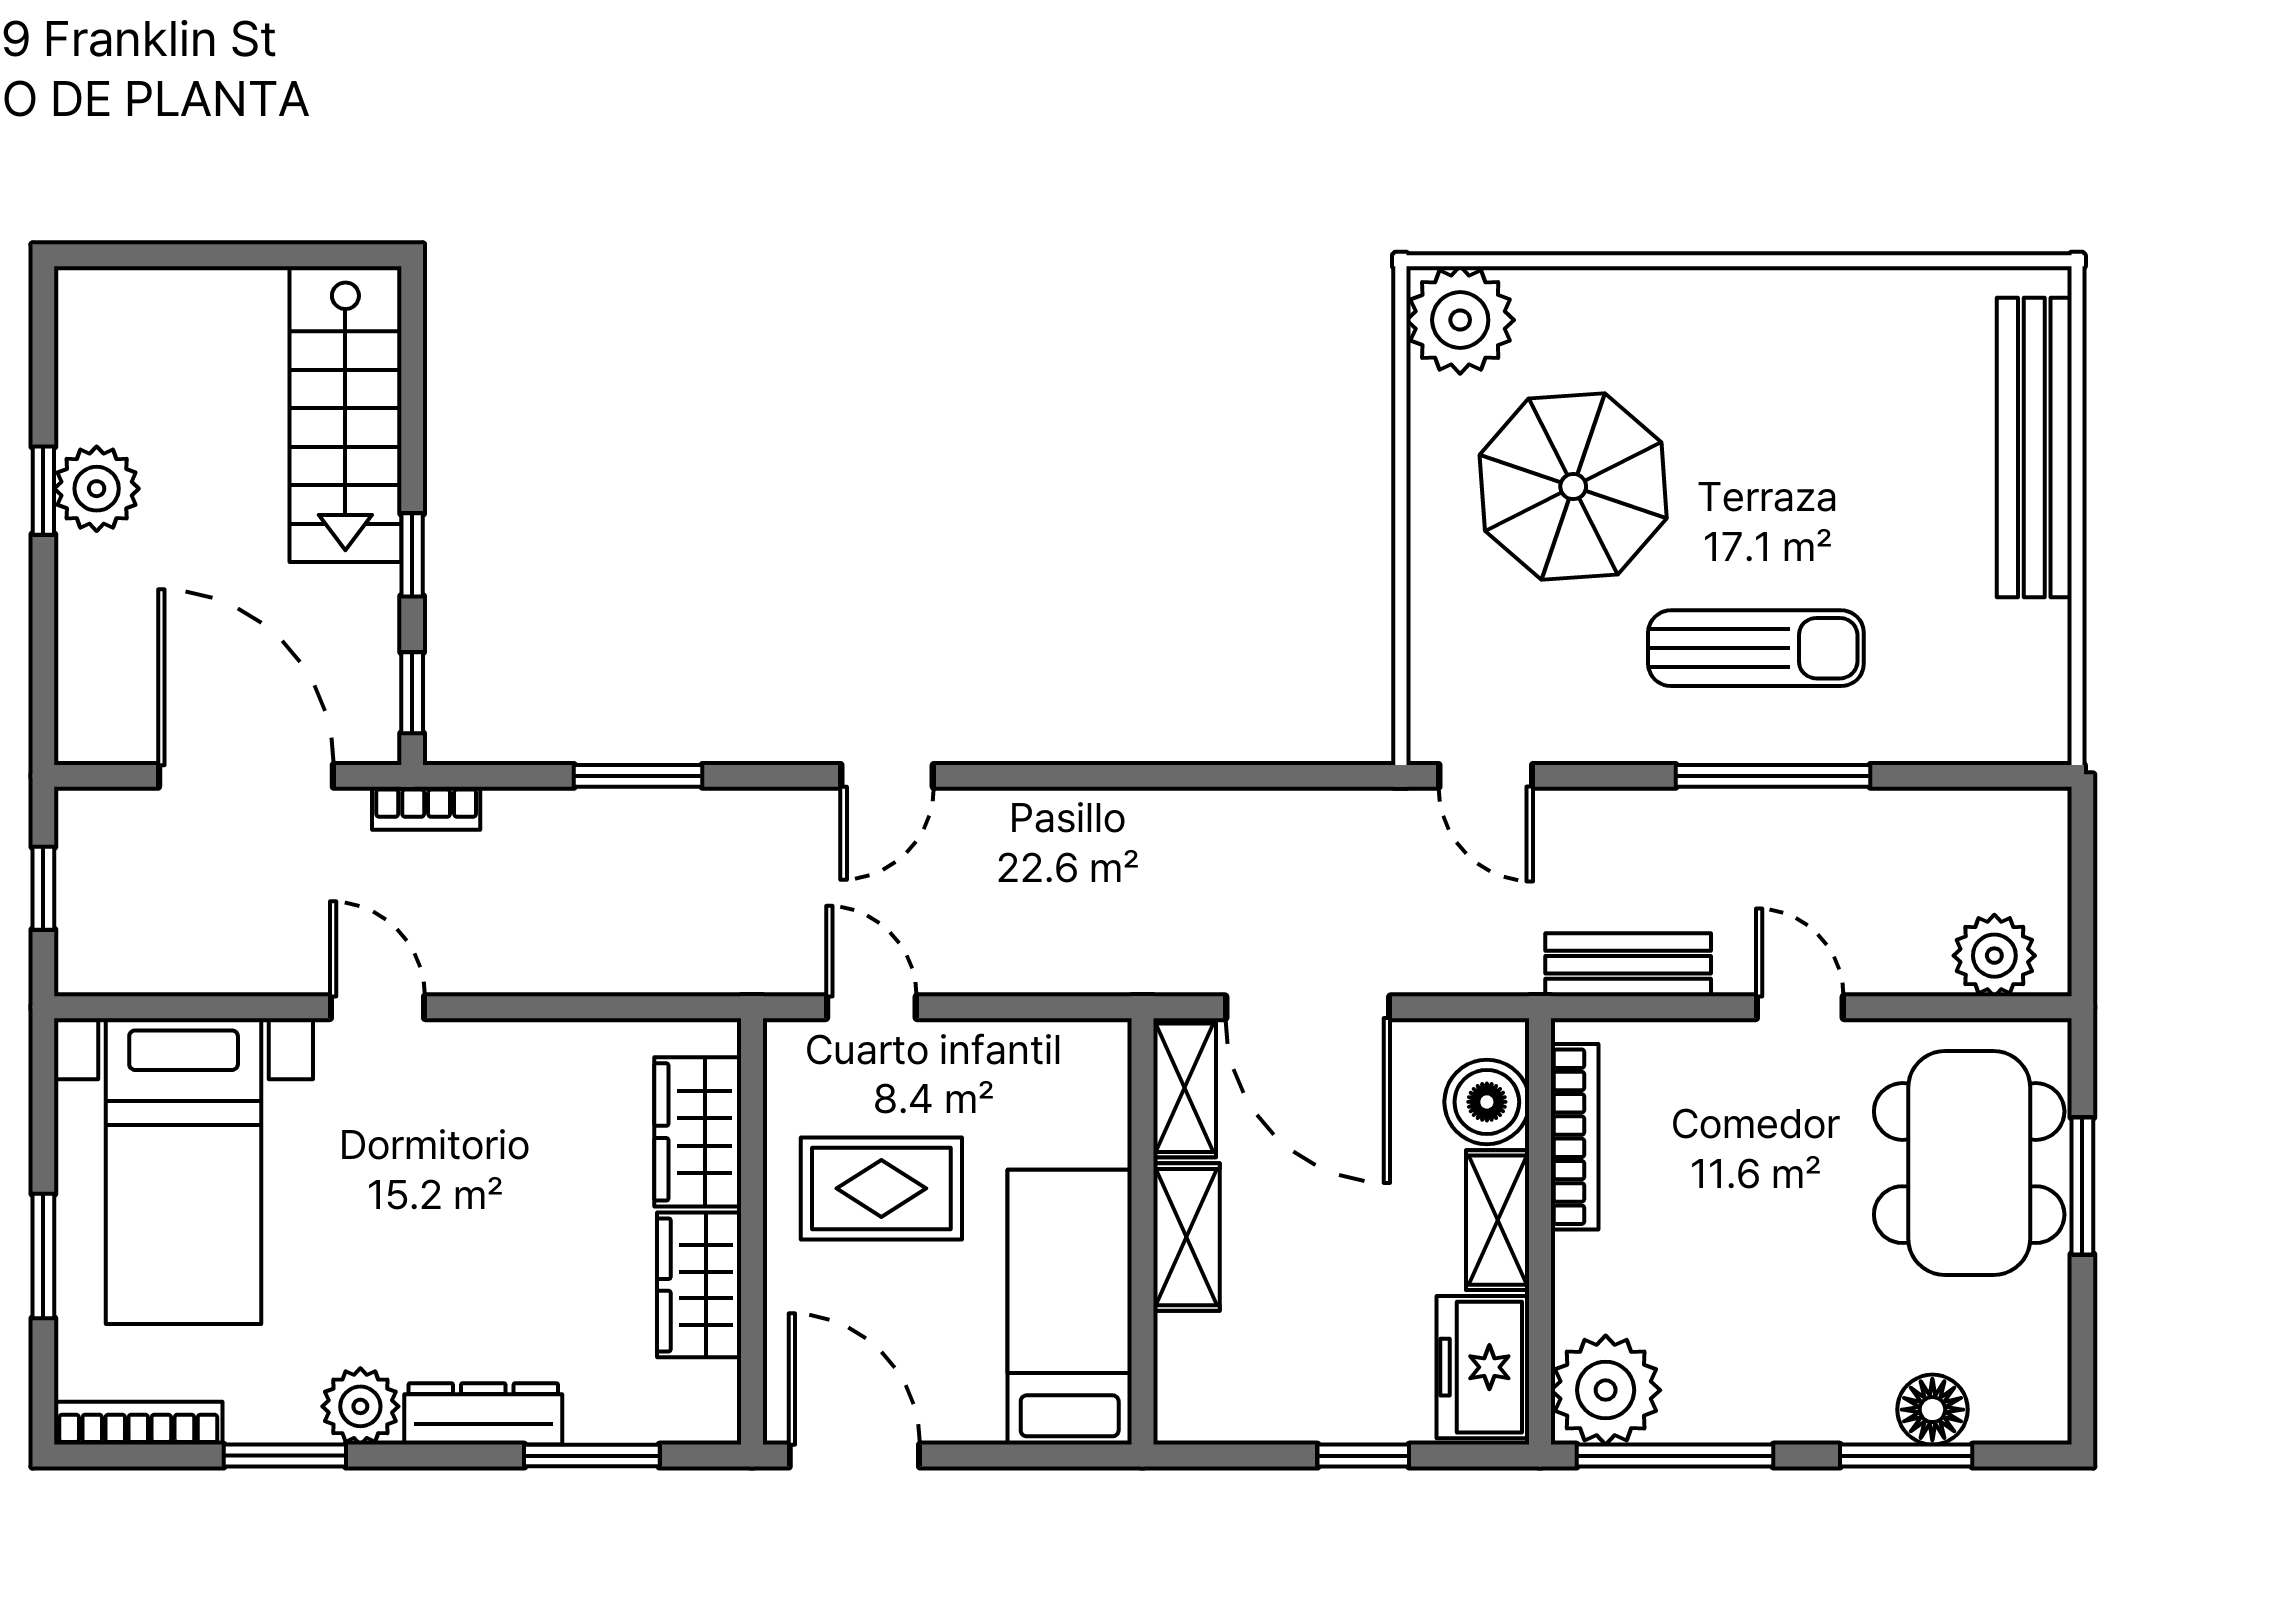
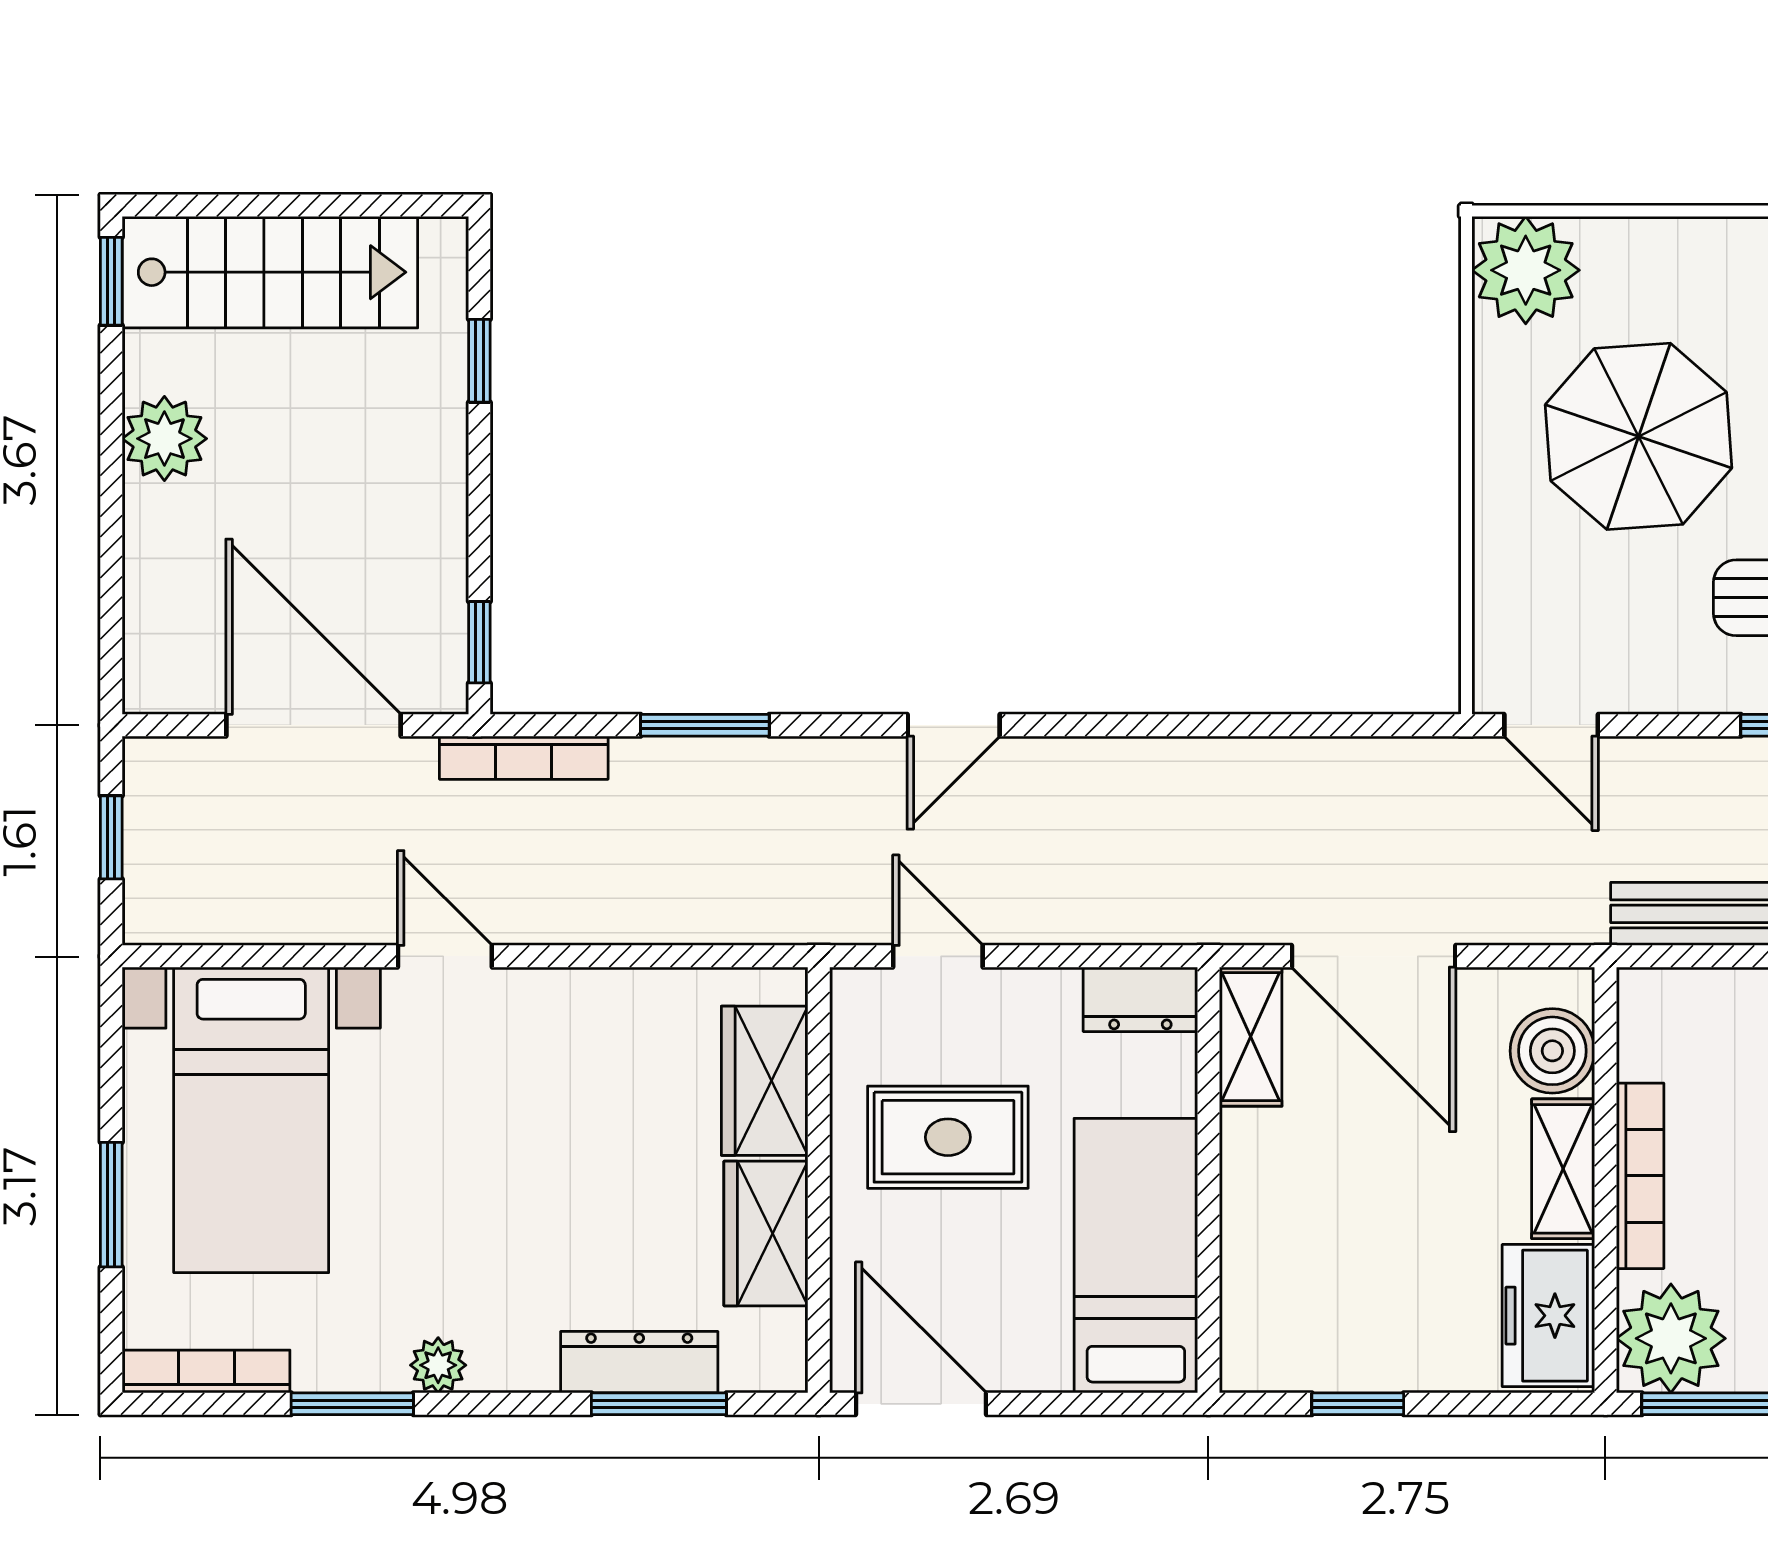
stairs: (345, 414) -> (270, 272), moved, turned -90
window: (43, 491) -> (111, 281), moved
window: (412, 555) -> (479, 361), moved
bookcase: (426, 808) -> (524, 758), width x1.56
dresser: (1074, 1050) -> (1140, 999), added
bookcase: (1575, 1137) -> (1640, 1176), moved
shelving: (1186, 1237) -> (1252, 1186), removed
plant: (360, 1406) -> (438, 1365), width x0.73, depth x0.73
dresser: (483, 1414) -> (639, 1362), moved
window: (1363, 1456) -> (1358, 1404), moved

